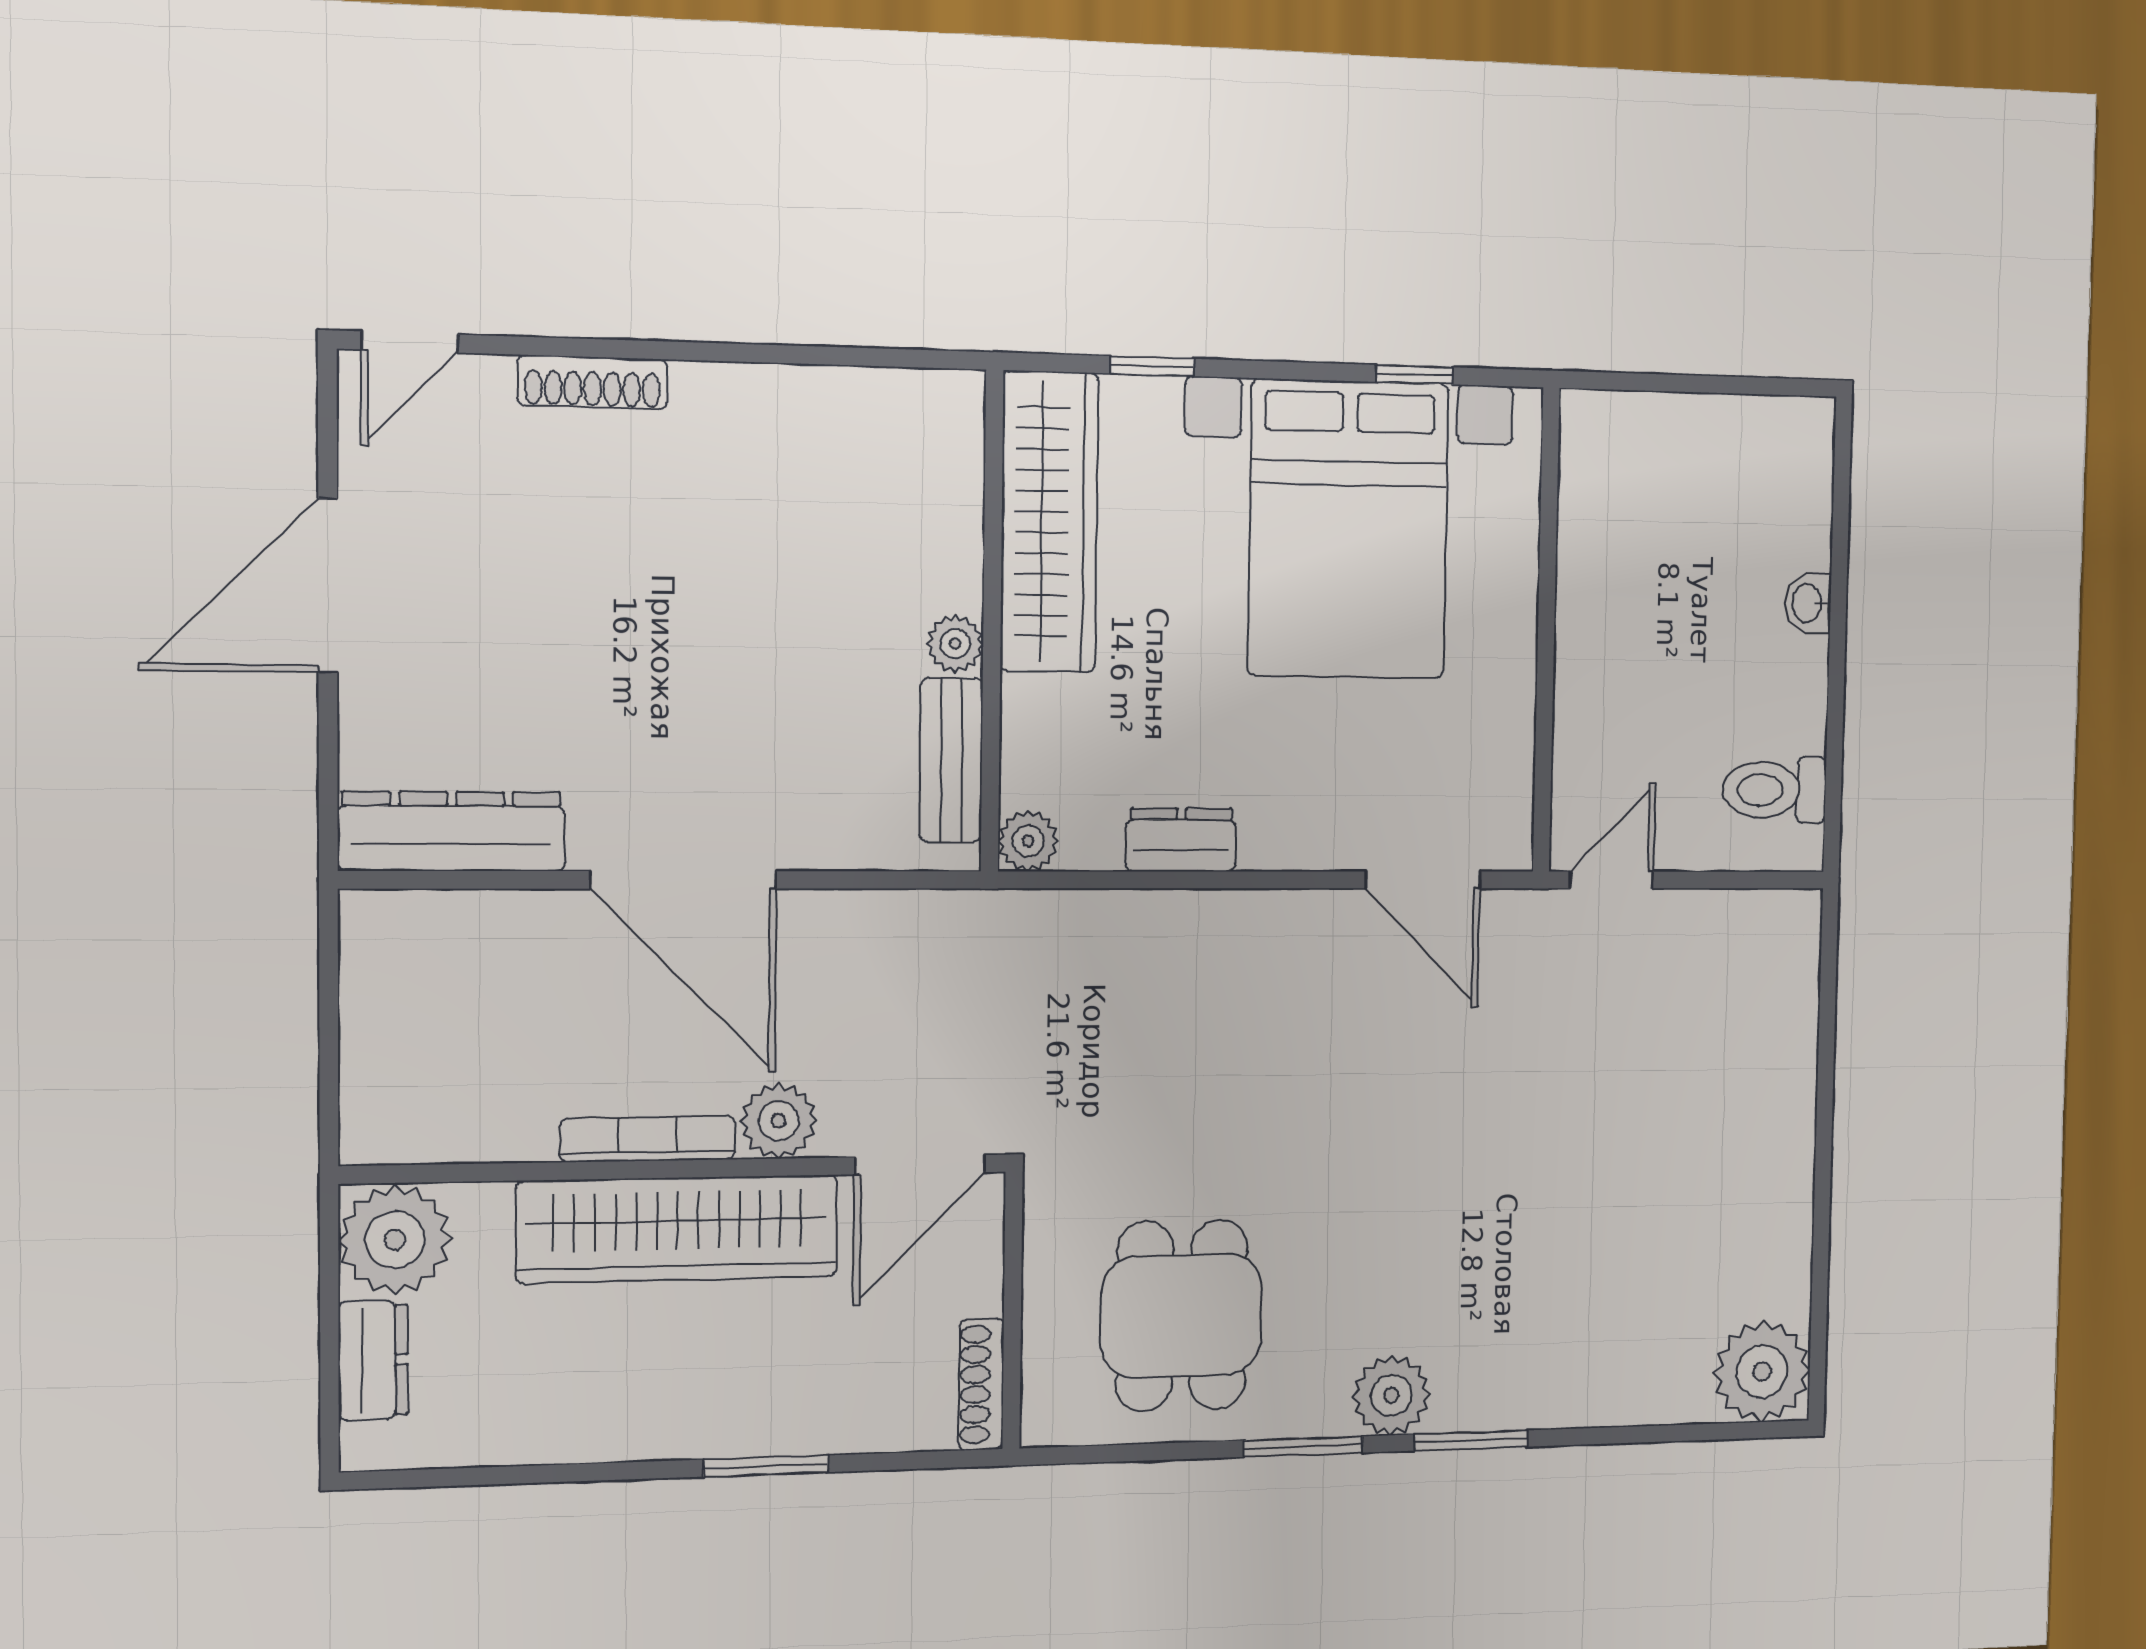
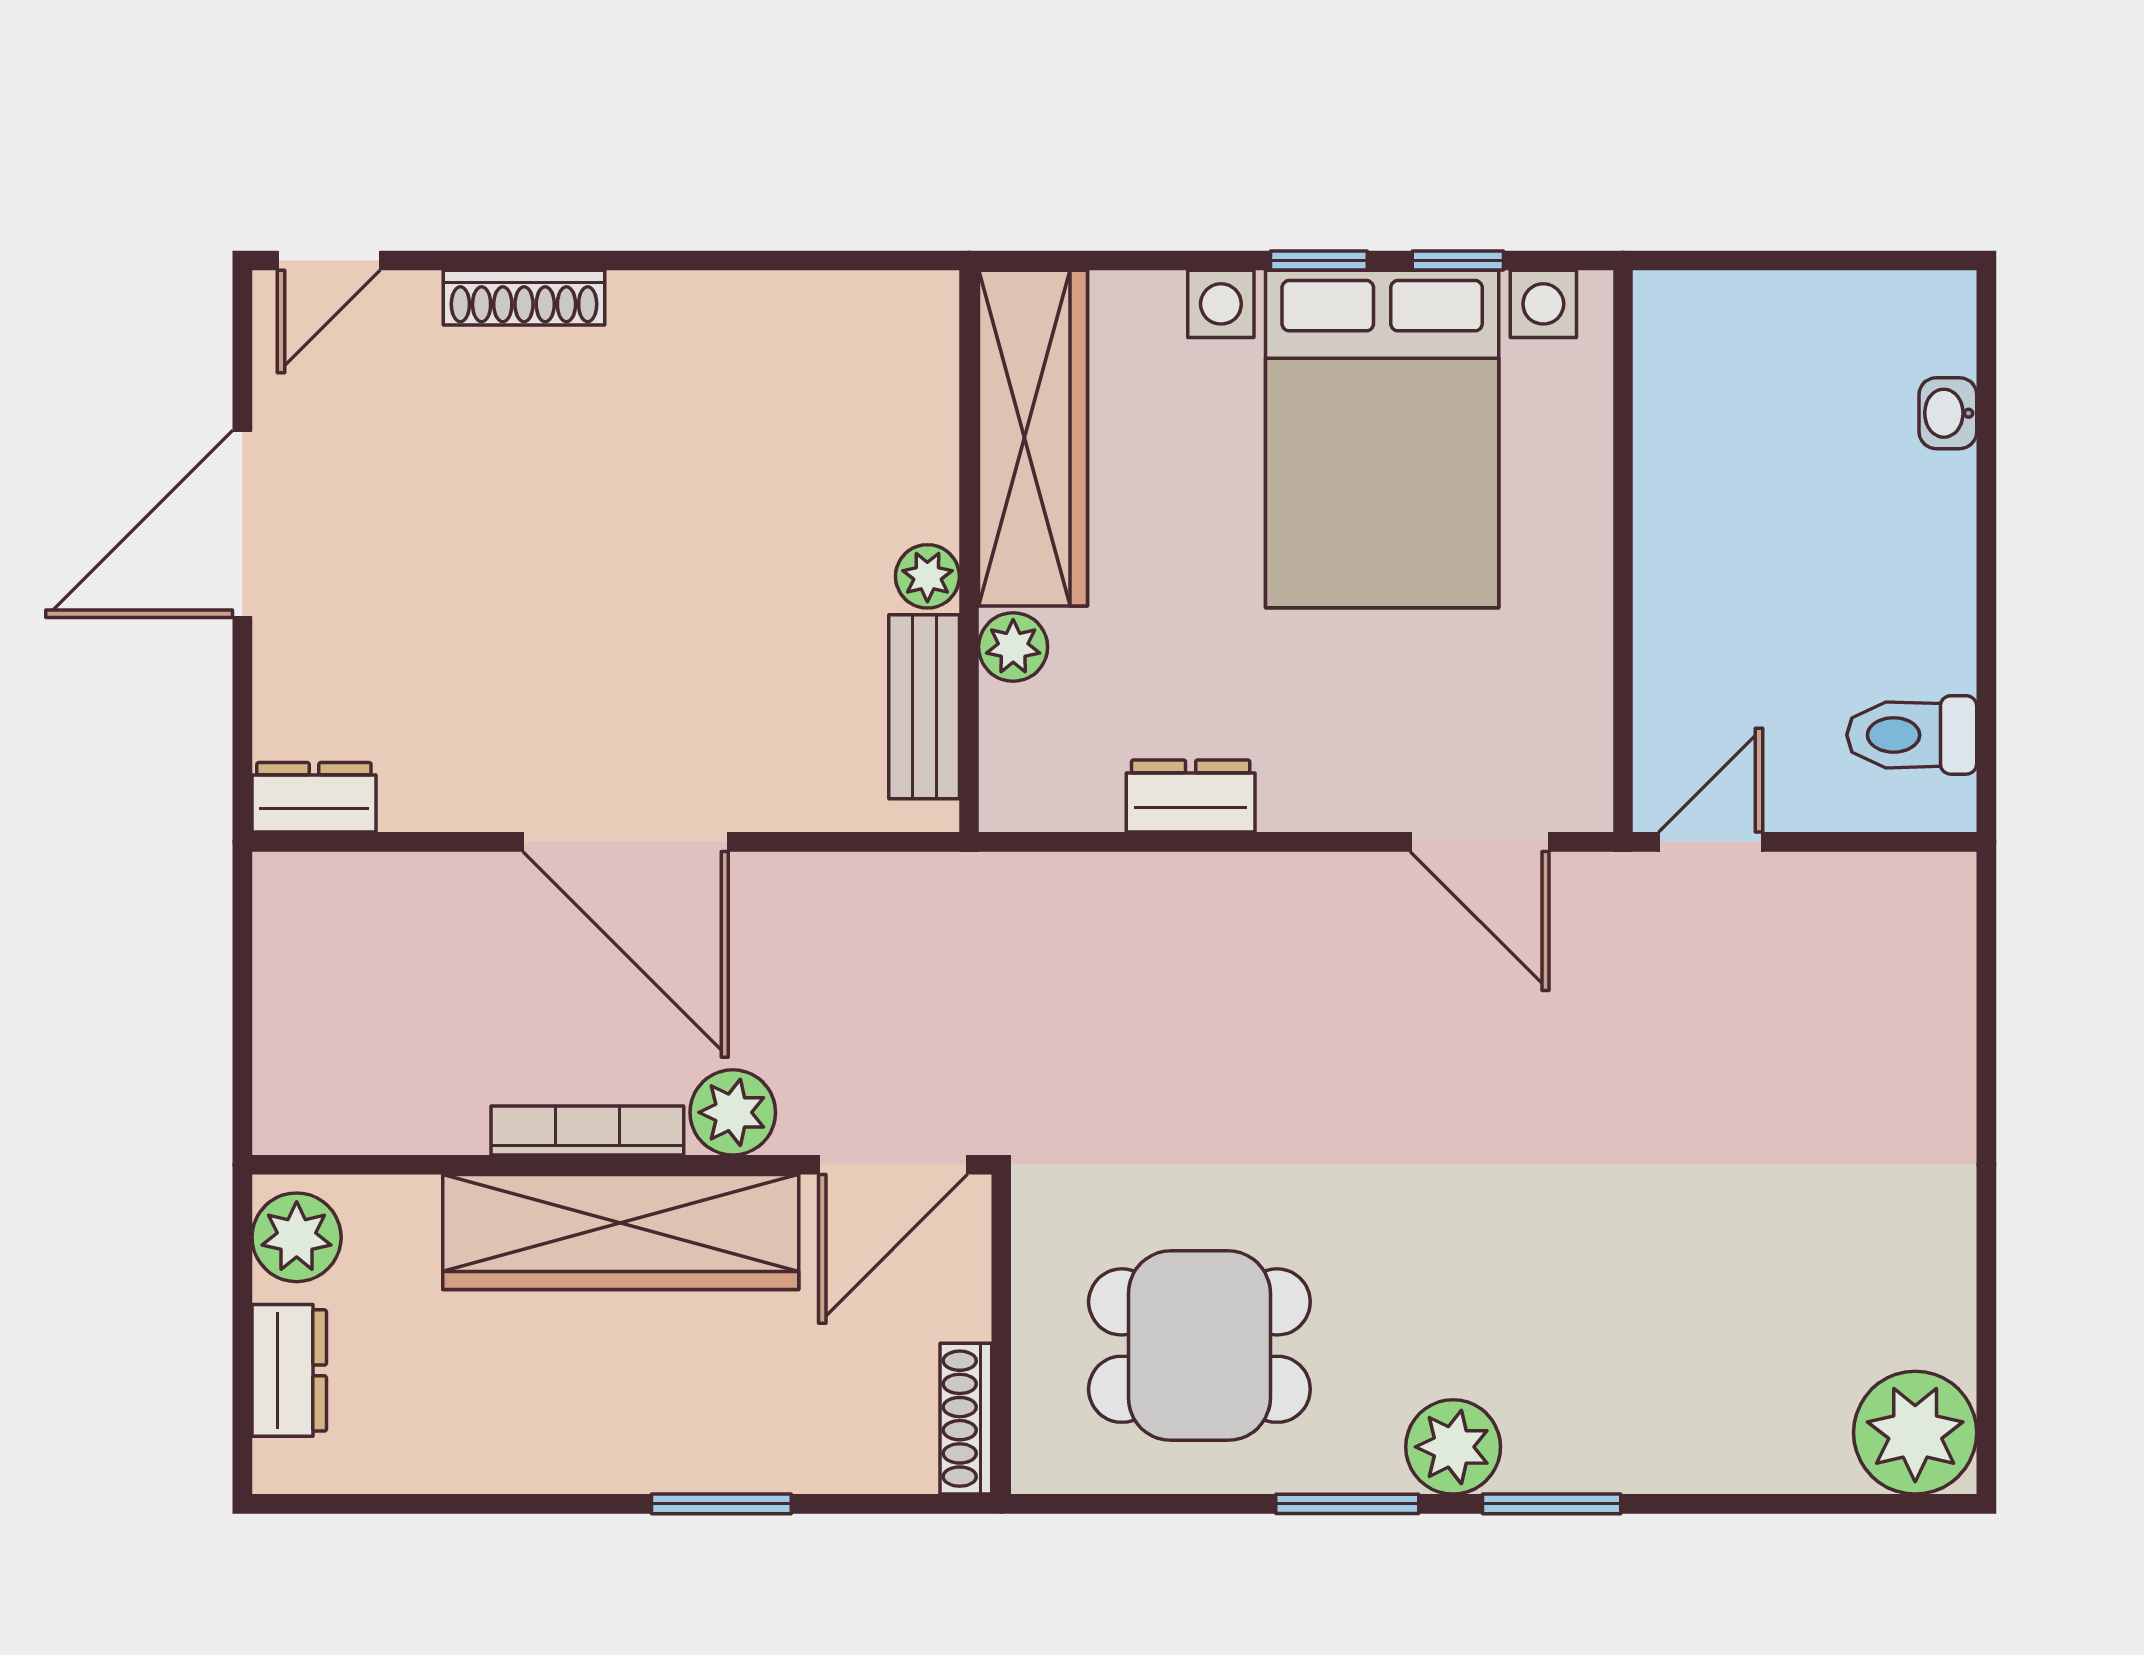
window: (1152, 366) -> (1319, 261), moved
washbasin: (1808, 603) -> (1948, 413), moved
dresser: (452, 831) -> (314, 797), width x0.51, depth x0.80
plant: (1028, 841) -> (1013, 647), moved
plant: (395, 1240) -> (297, 1237), width x0.73, depth x0.73
dining table: (1182, 1316) -> (1199, 1346), turned 90

